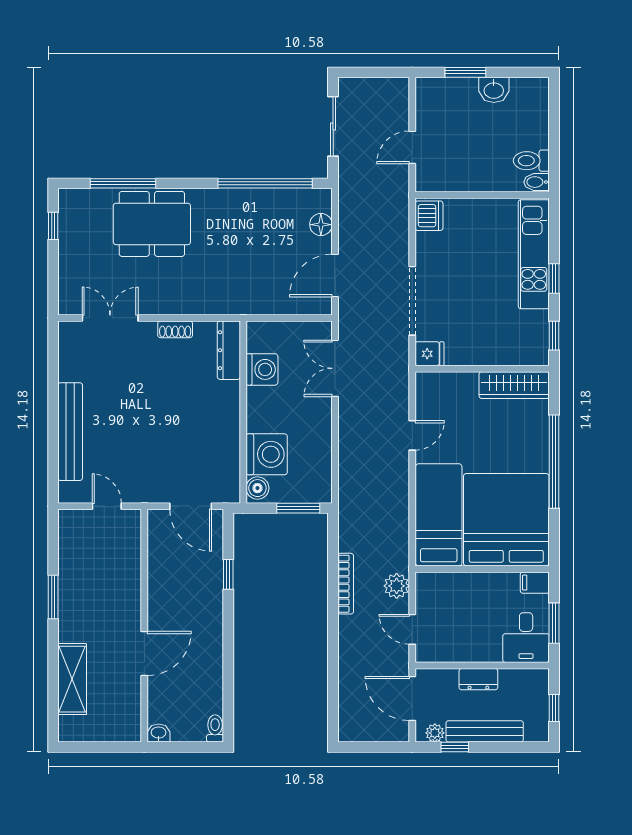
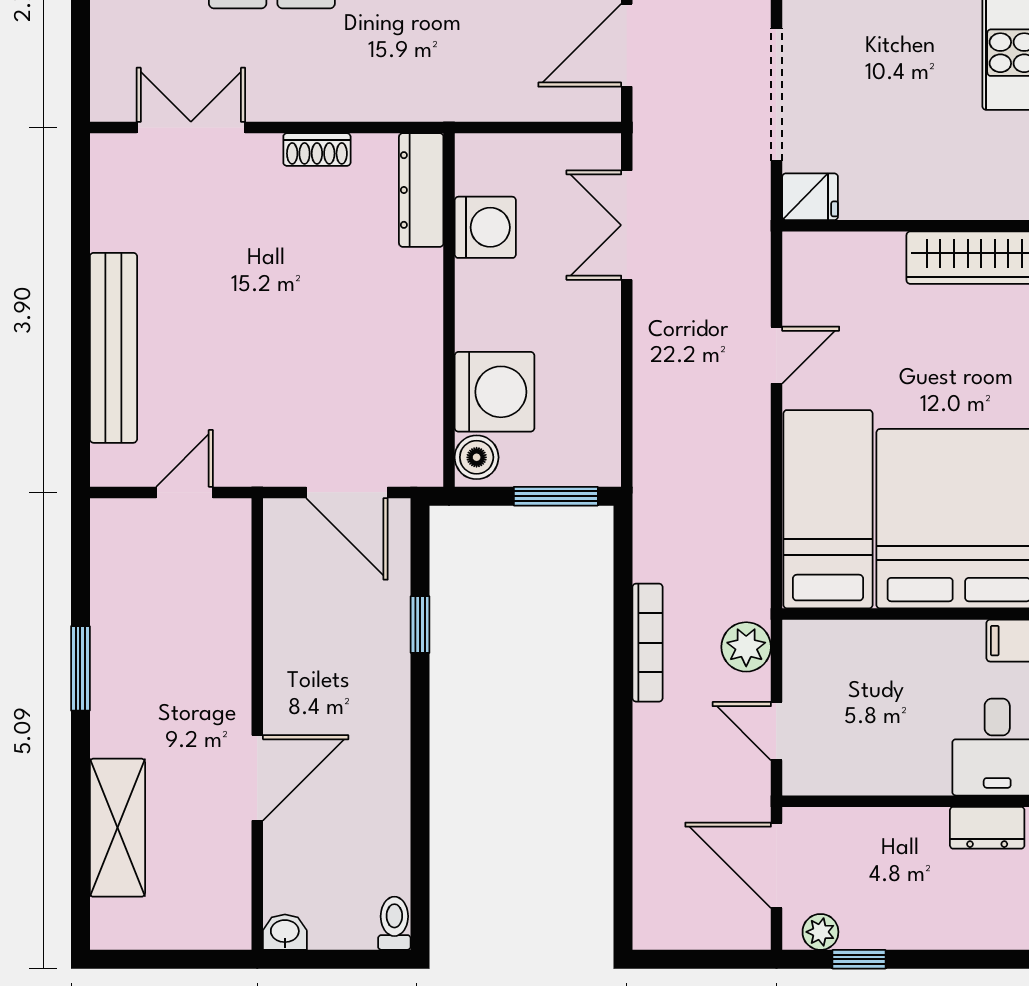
door: (107, 506) -> (184, 492), hinge flipped
dresser: (478, 679) -> (987, 828), moved
bench: (485, 731) -> (917, 929), removed

